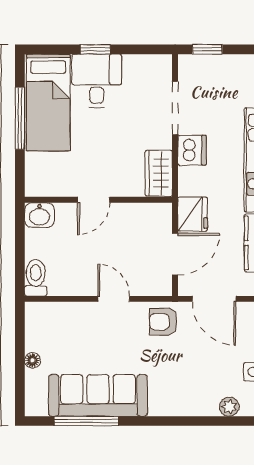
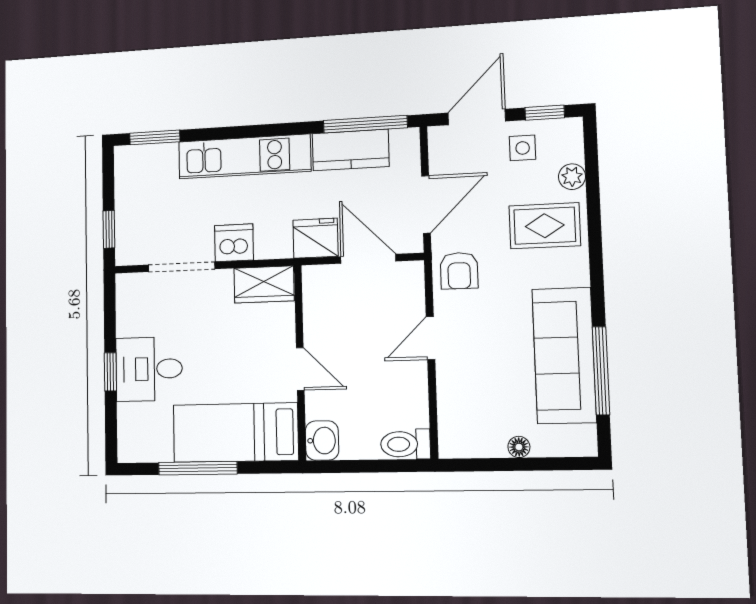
bed: (48, 103) -> (235, 433), moved, turned 180
rug: (194, 385) -> (545, 226), added

